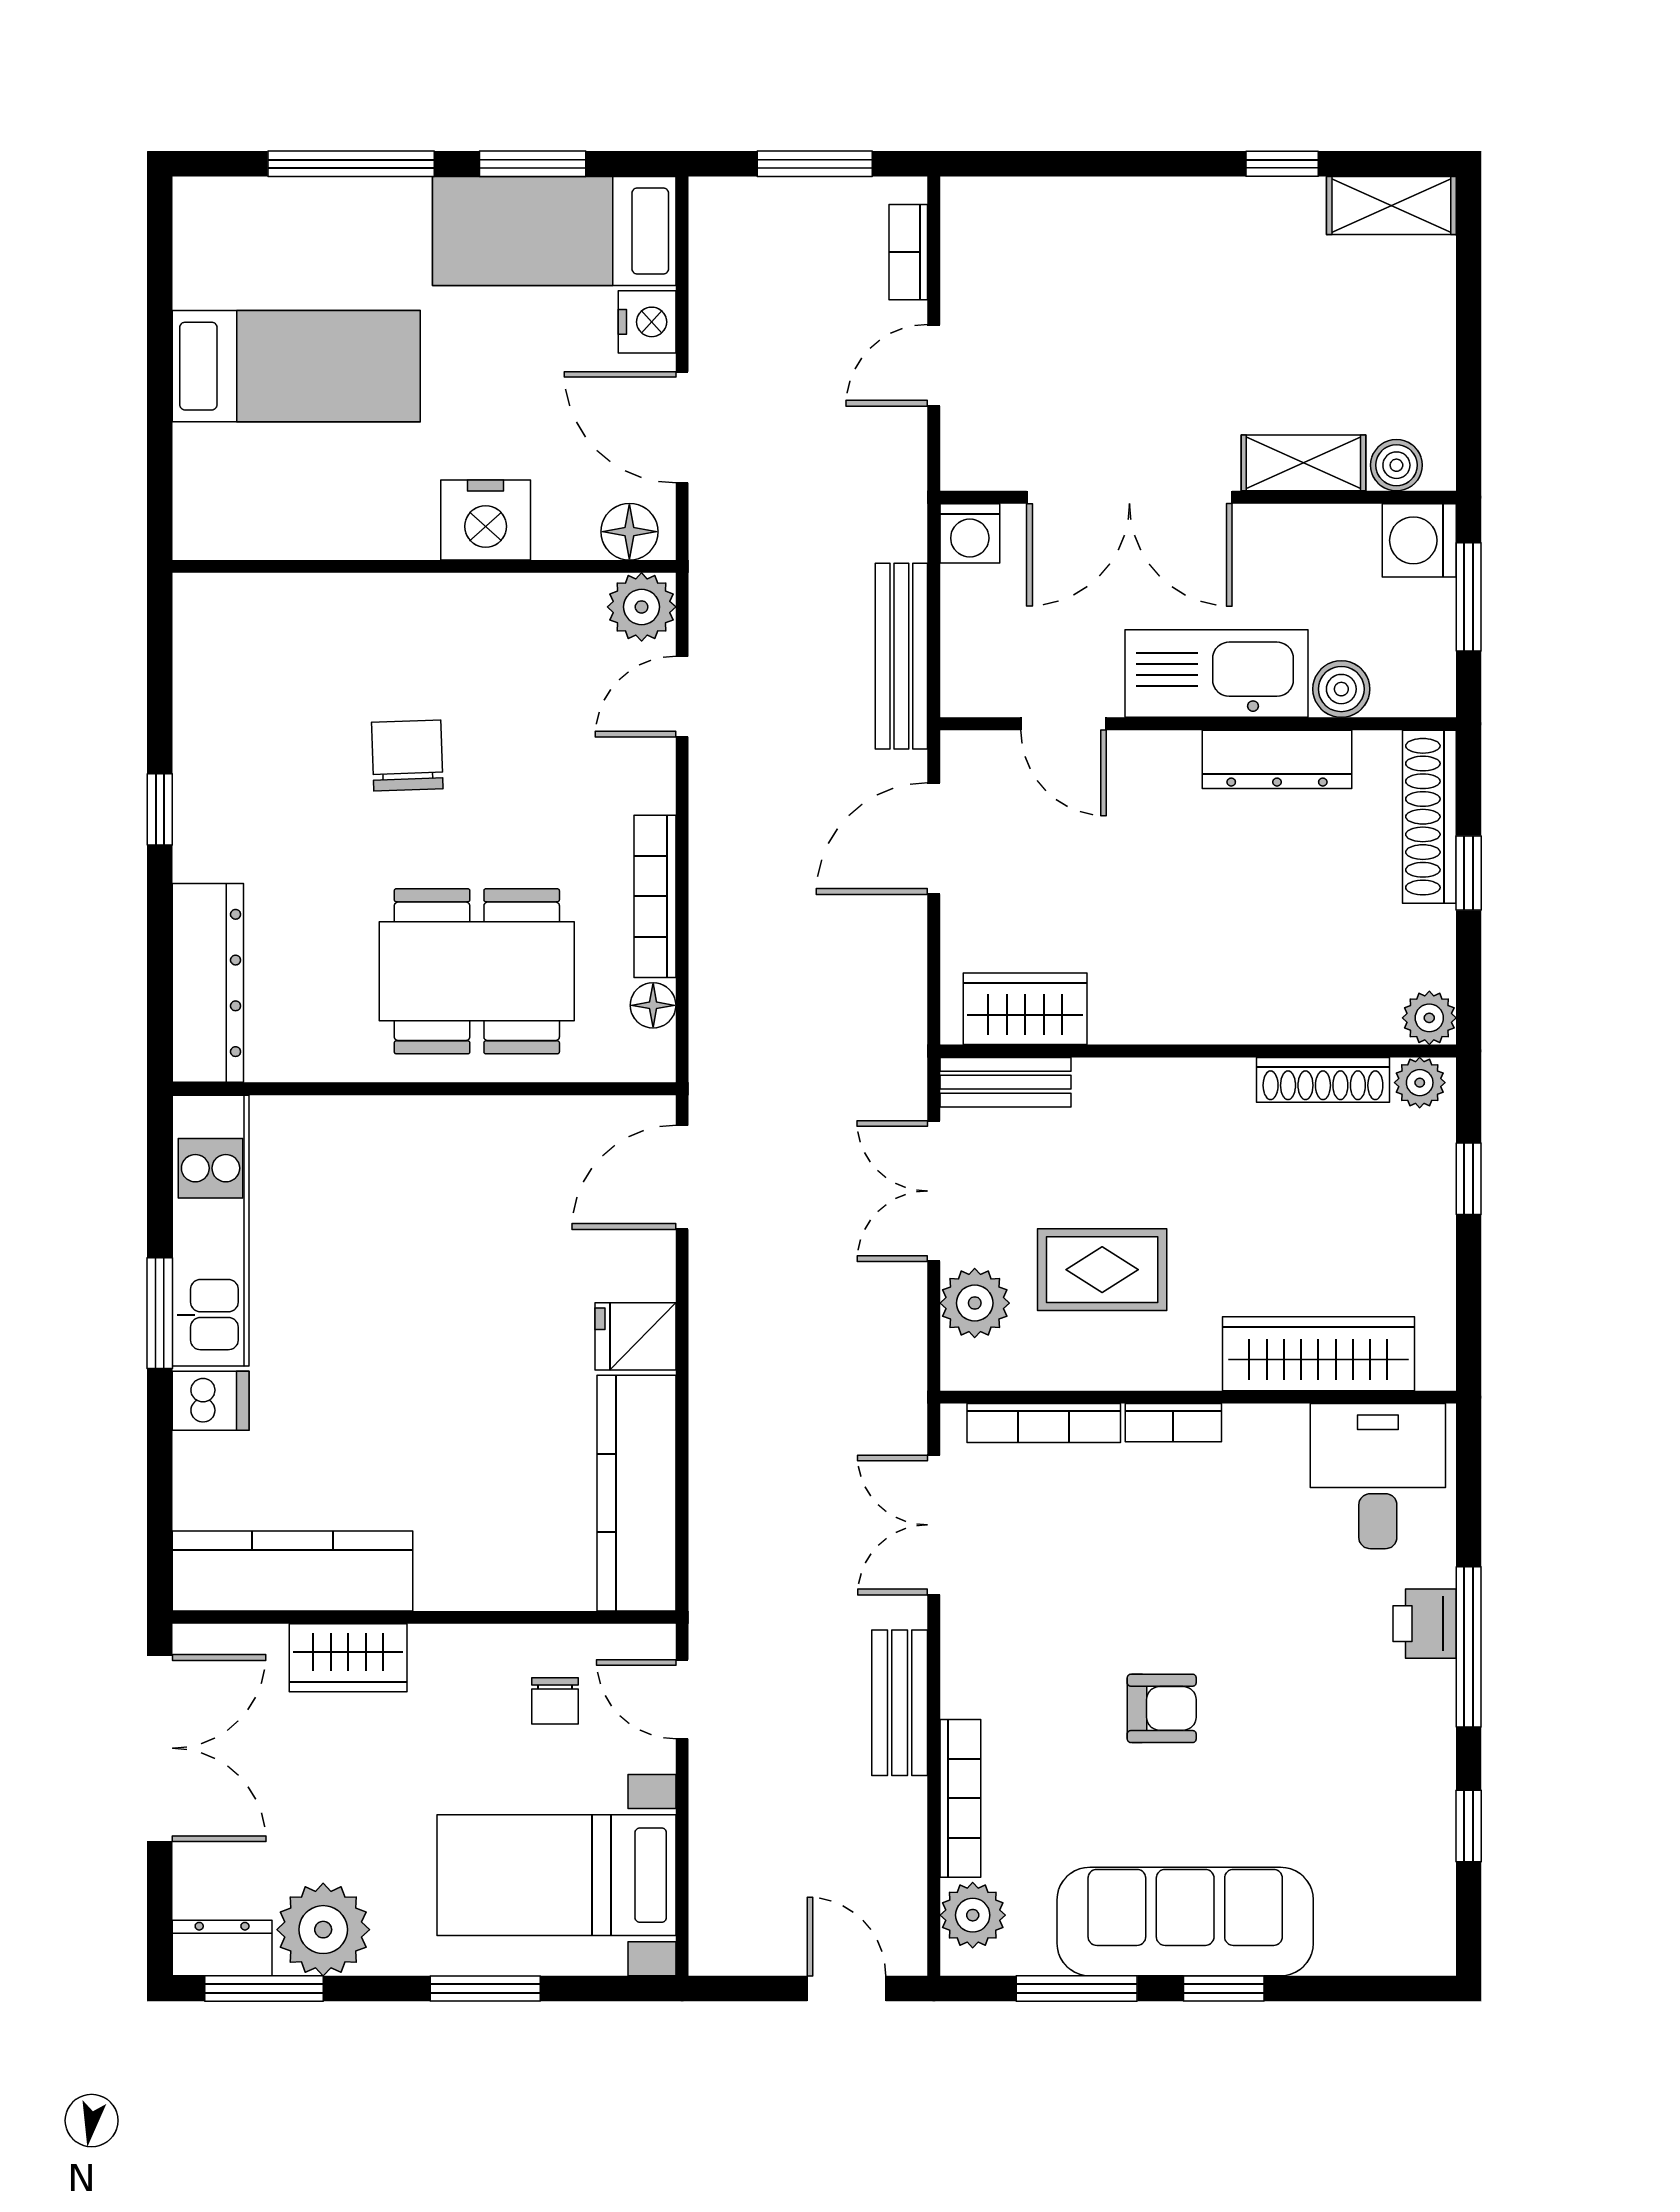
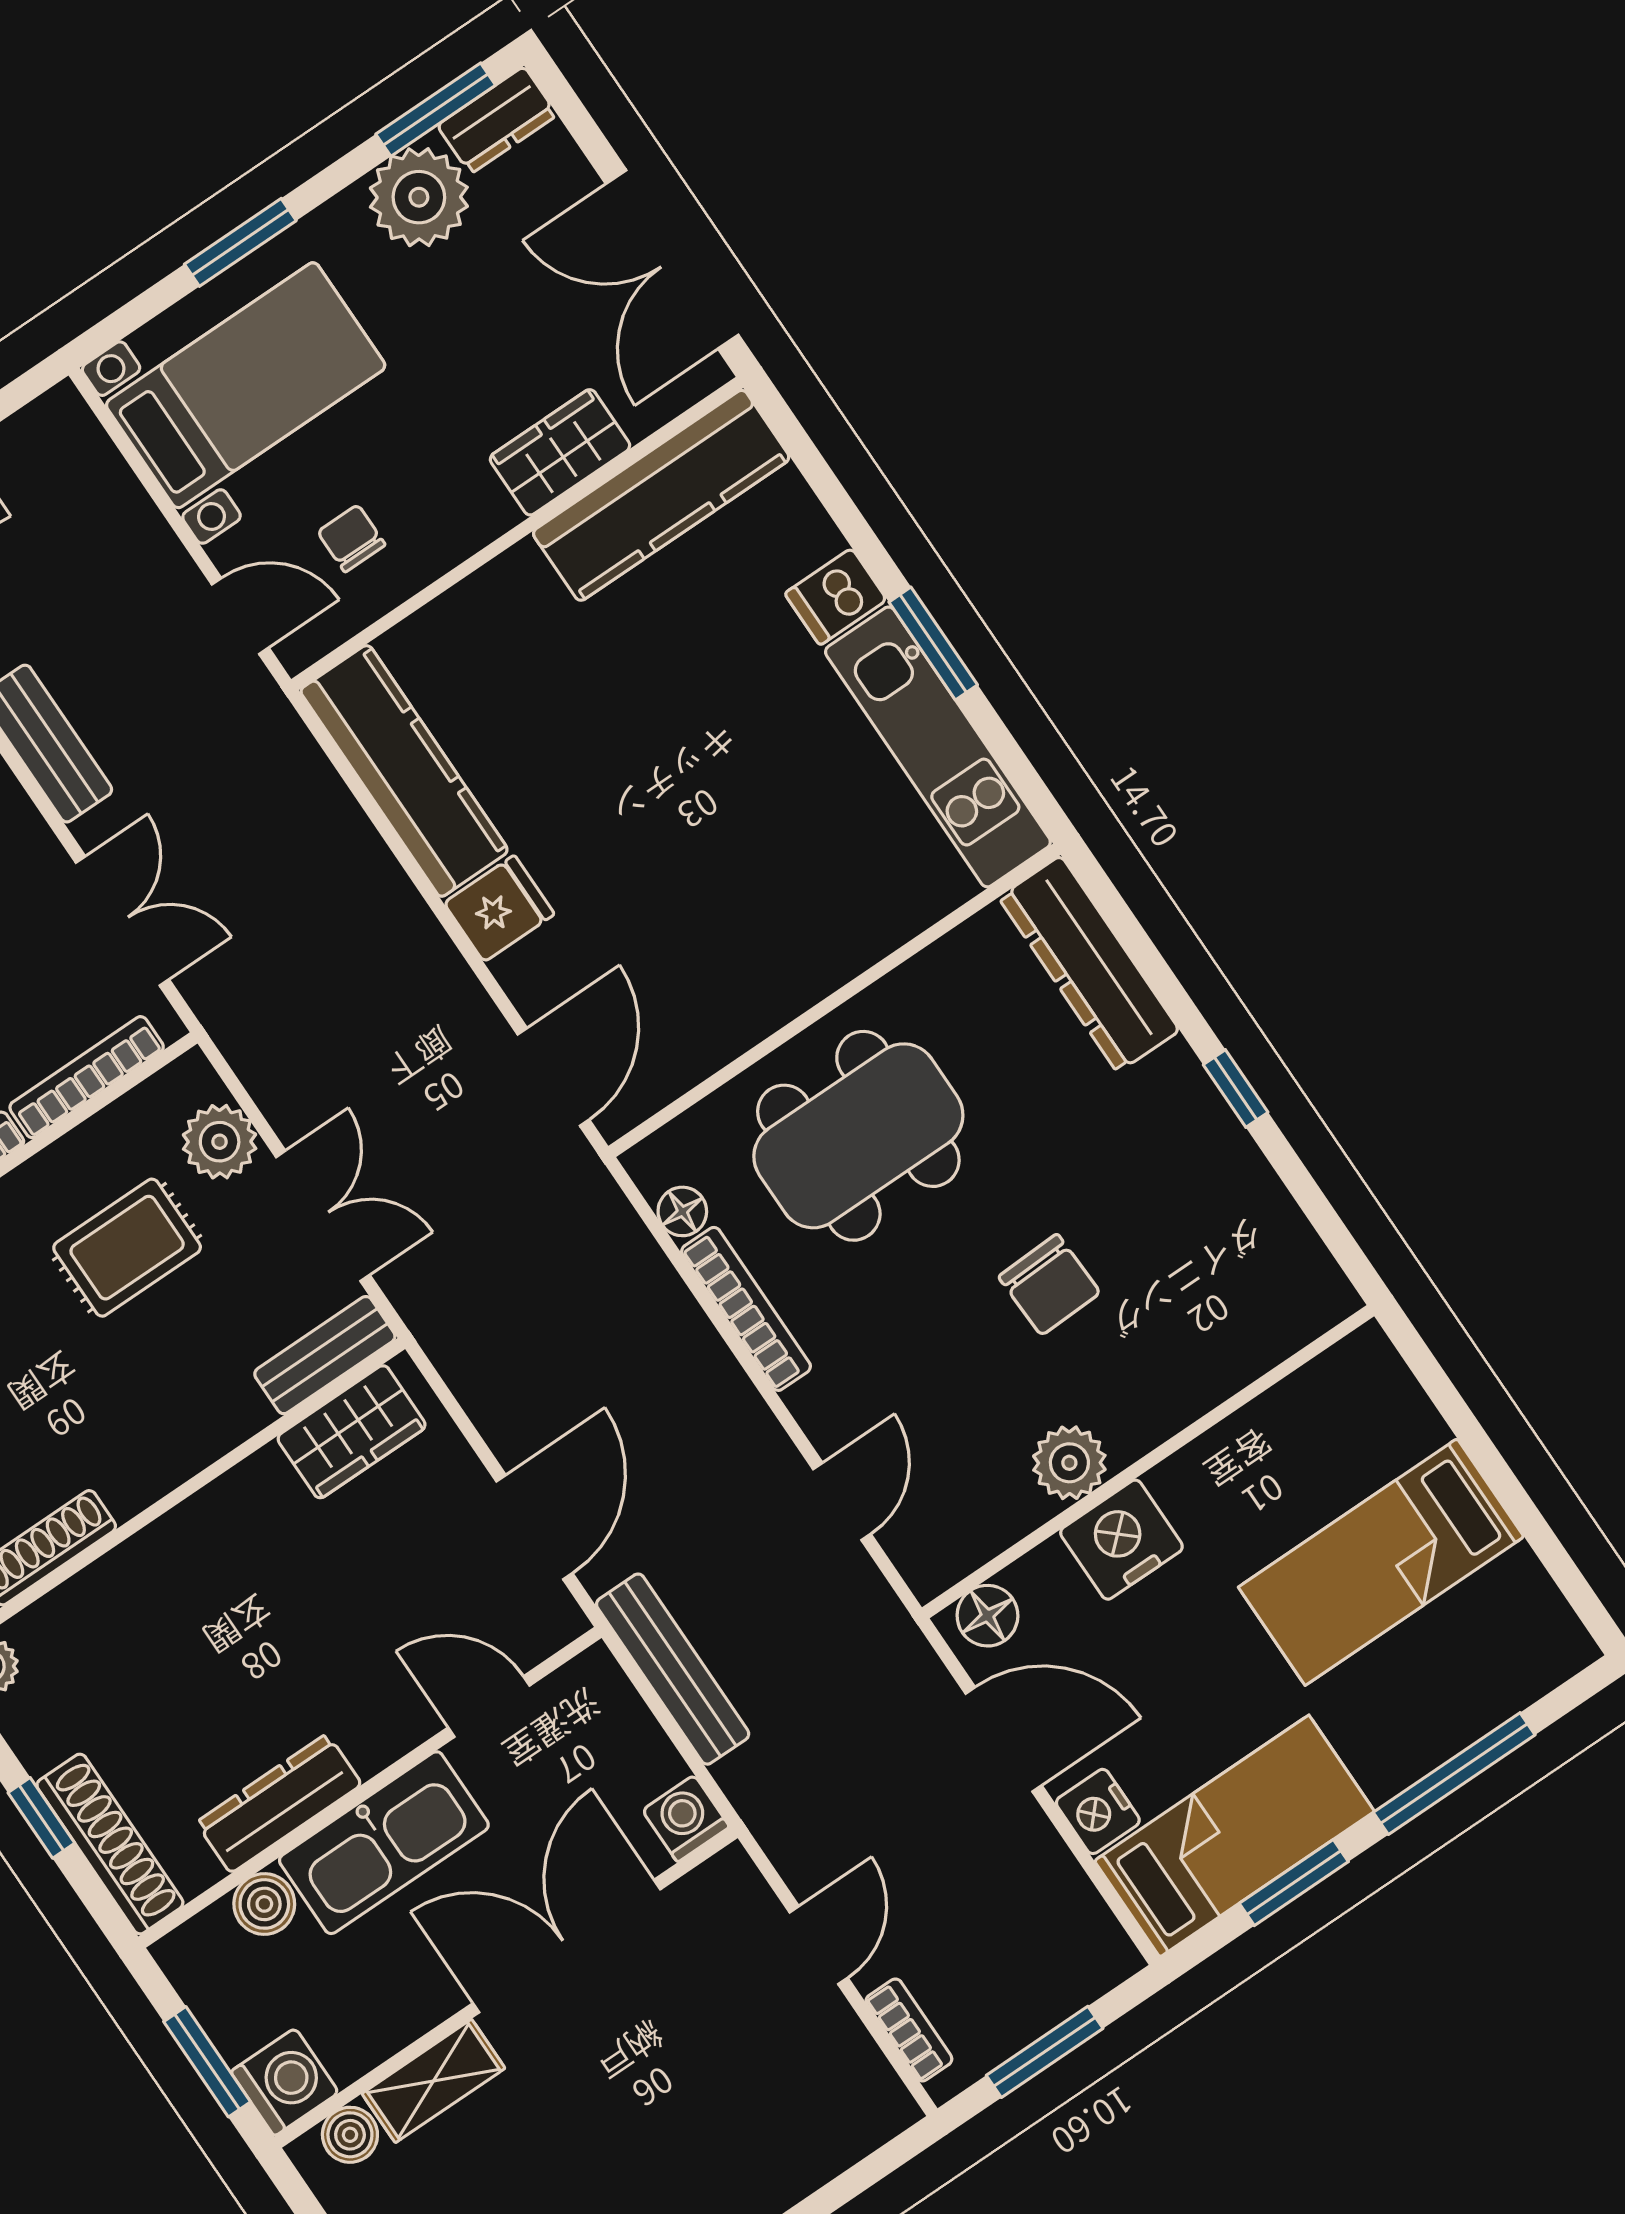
plant: (642, 607) -> (1069, 1463), moved

